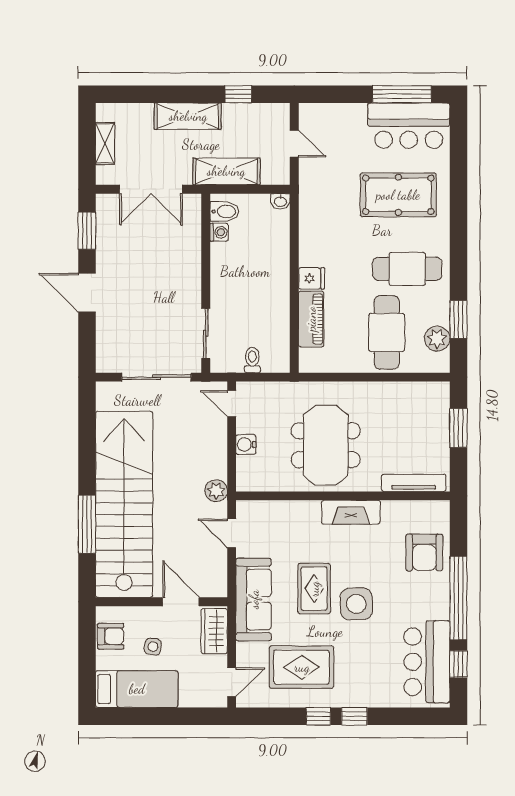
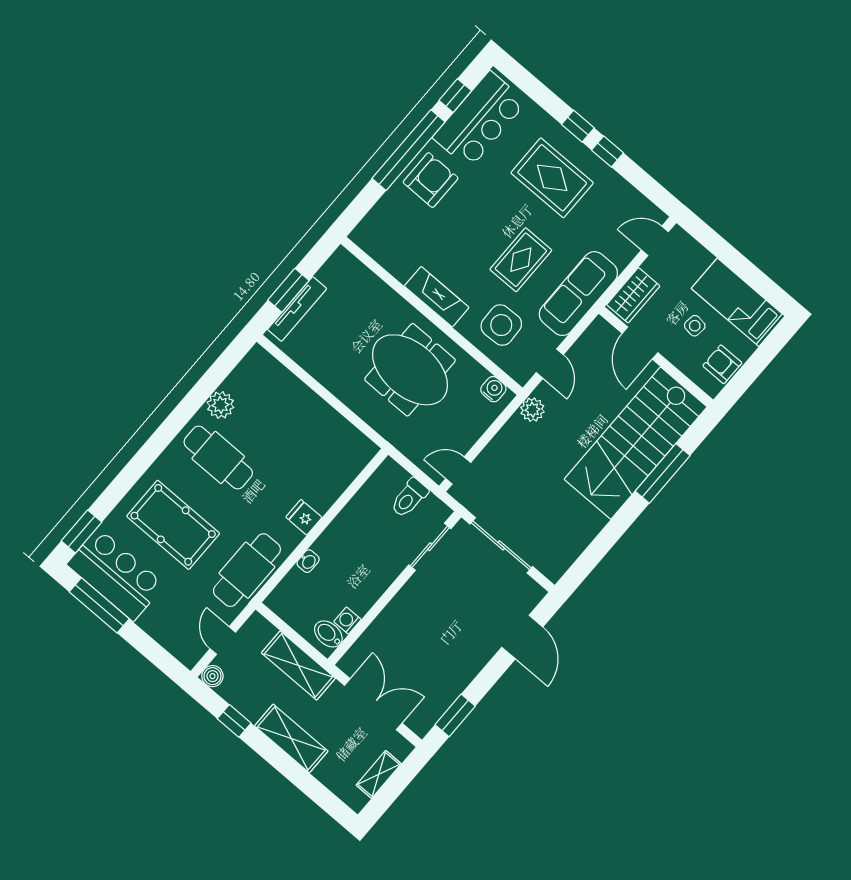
boiler: (280, 113) -> (212, 676), added
washbasin: (280, 201) -> (308, 561), moved, turned 90
door: (87, 293) -> (522, 637), moved
piano: (311, 319) -> (333, 484), removed
window: (458, 319) -> (82, 532), moved
cafe table: (387, 332) -> (247, 570), moved
plant: (437, 339) -> (220, 405), moved
toilet: (252, 360) -> (409, 498), width x1.37, depth x1.39
door: (232, 404) -> (458, 470), swing flipped
water cooler: (246, 444) -> (493, 389), moved, turned -90
meeting table: (326, 445) -> (410, 370), turned 90
tv unit: (414, 483) -> (297, 309), moved, turned -90
stairs: (124, 504) -> (636, 443), width x0.73
armchair: (424, 552) -> (431, 180), moved
side table: (356, 604) -> (501, 325), moved
rug: (302, 667) -> (552, 178), moved

